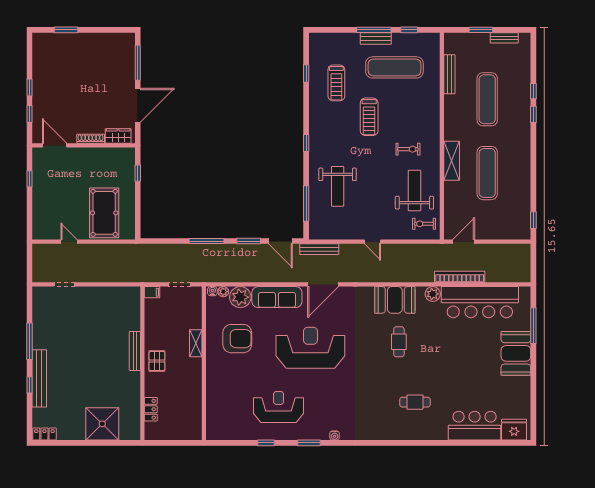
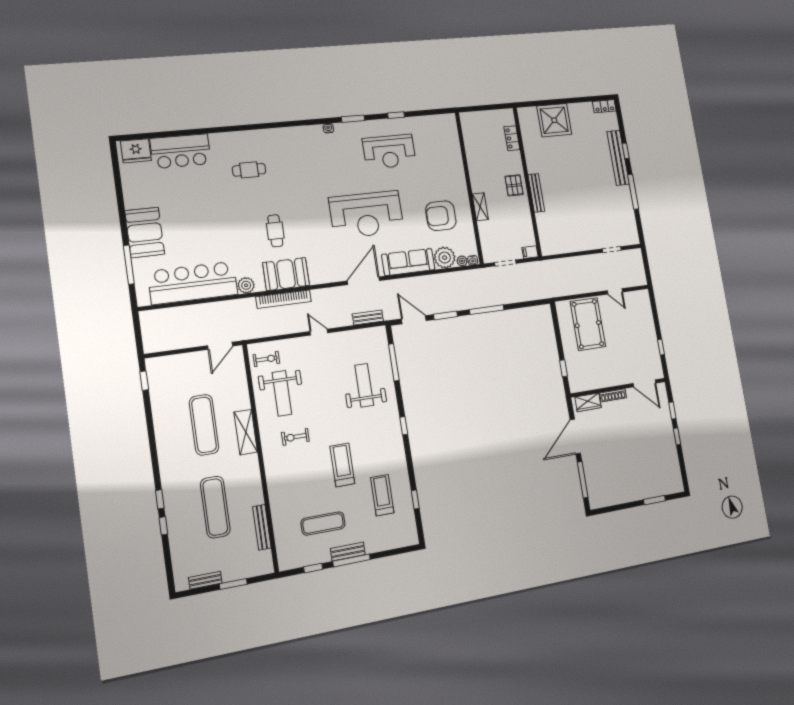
exercise mat: (394, 67) -> (323, 523), width x0.73, depth x0.69
bench: (319, 249) -> (368, 318), width x0.73
bookcase: (460, 277) -> (283, 299), moved

